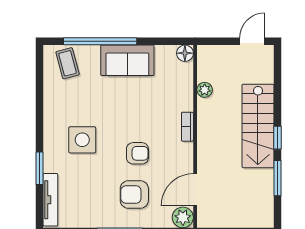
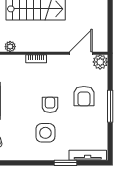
armchair: (137, 153) -> (50, 105), moved
door: (195, 190) -> (81, 53), swing flipped

